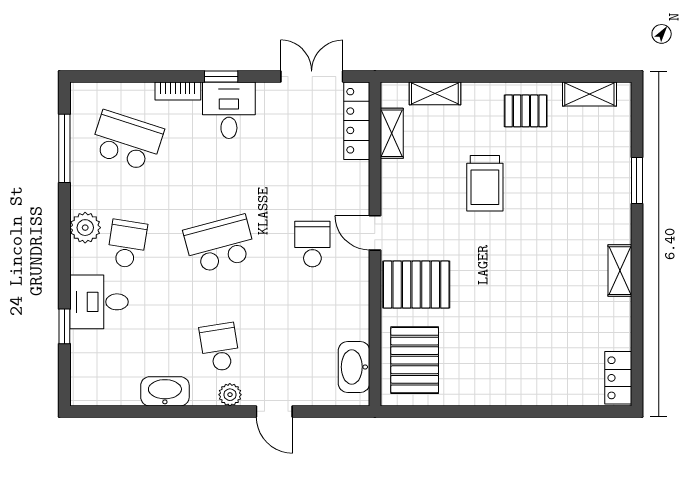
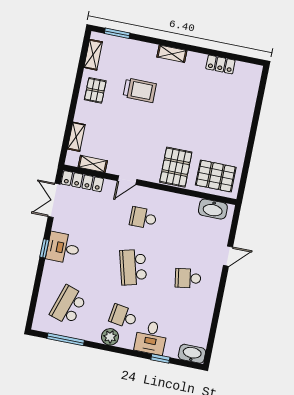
bookcase: (178, 91) -> (47, 273), removed
window: (637, 181) -> (117, 33), moved
trolley: (485, 183) -> (140, 90), moved
door: (375, 233) -> (127, 180), moved
shelving: (620, 271) -> (172, 54), moved
locker: (618, 378) -> (220, 64), moved
washbasin: (165, 391) -> (192, 354), moved, turned 90
plant: (230, 395) -> (214, 278), removed

